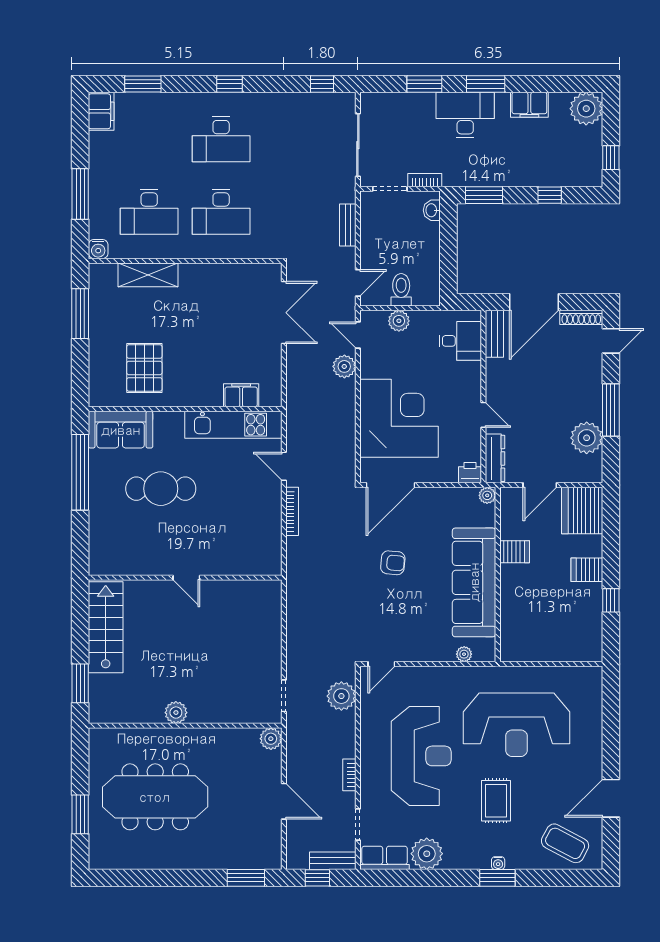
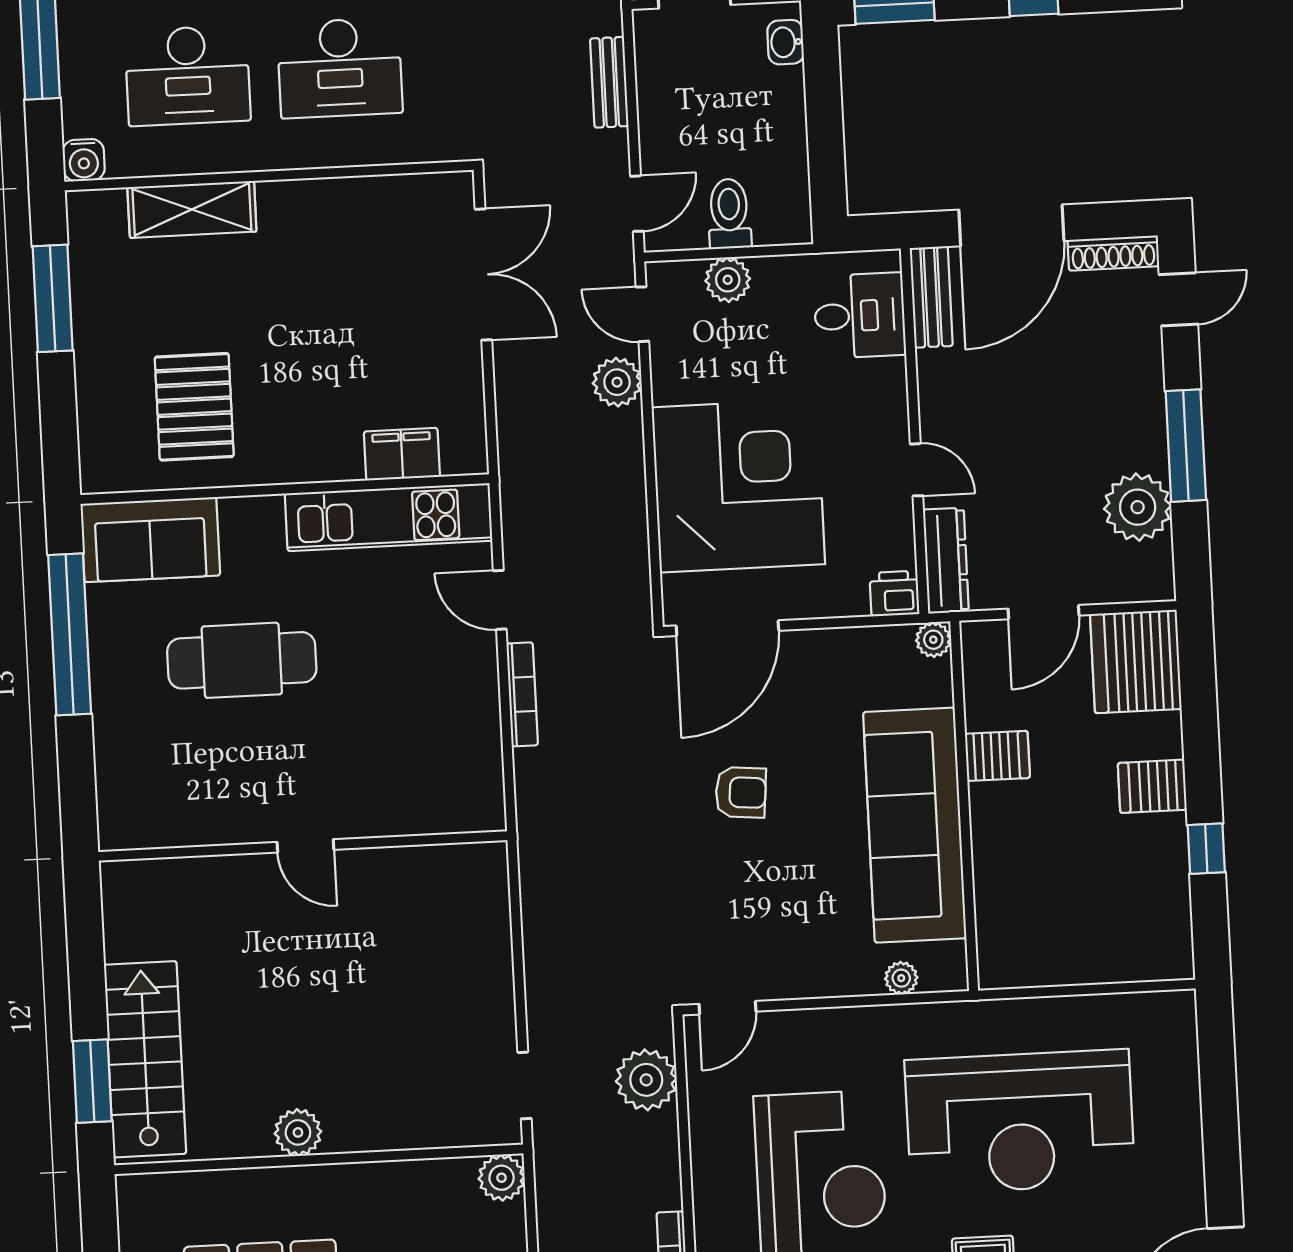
stairs: (106, 627) -> (145, 1059), moved

